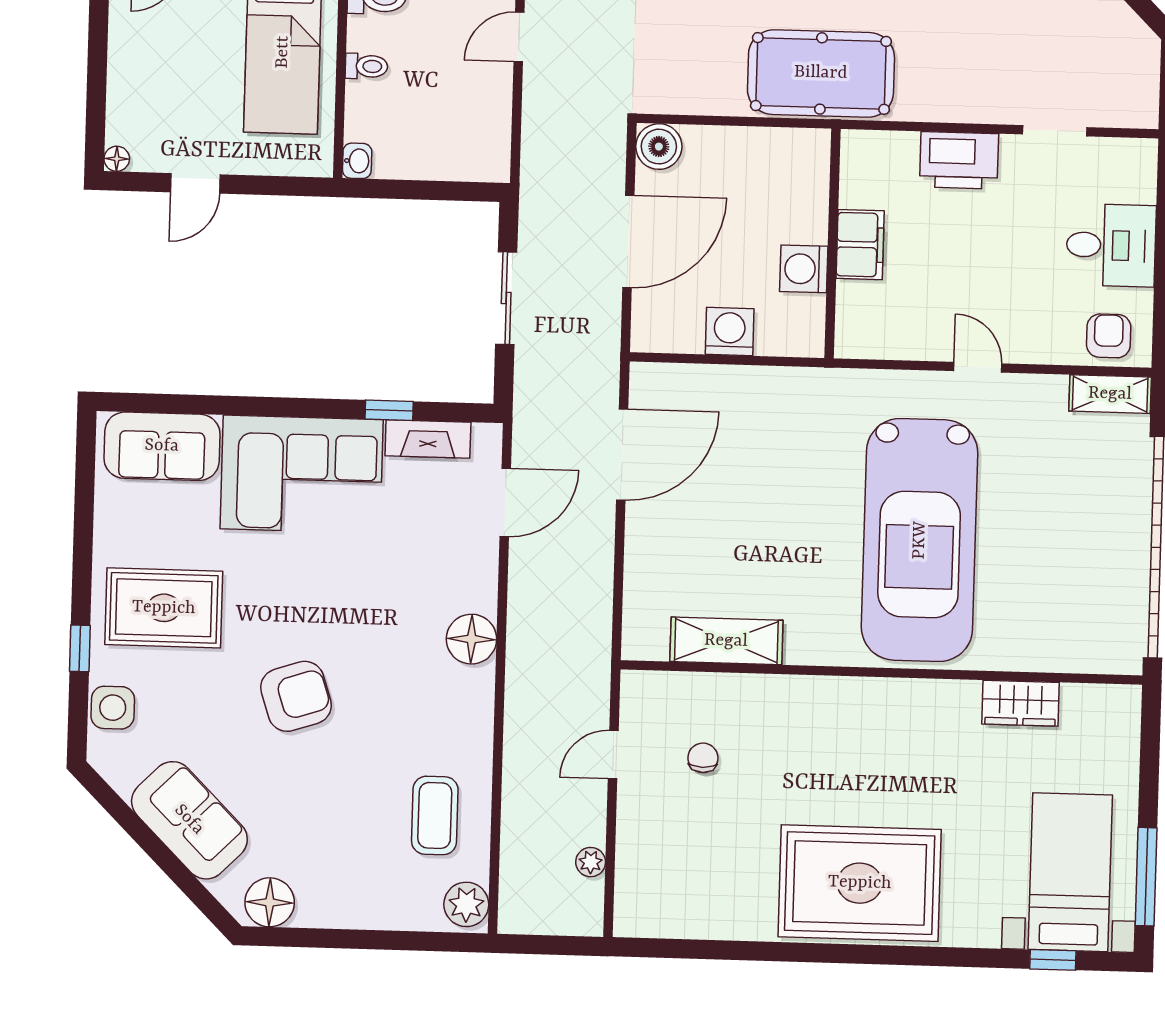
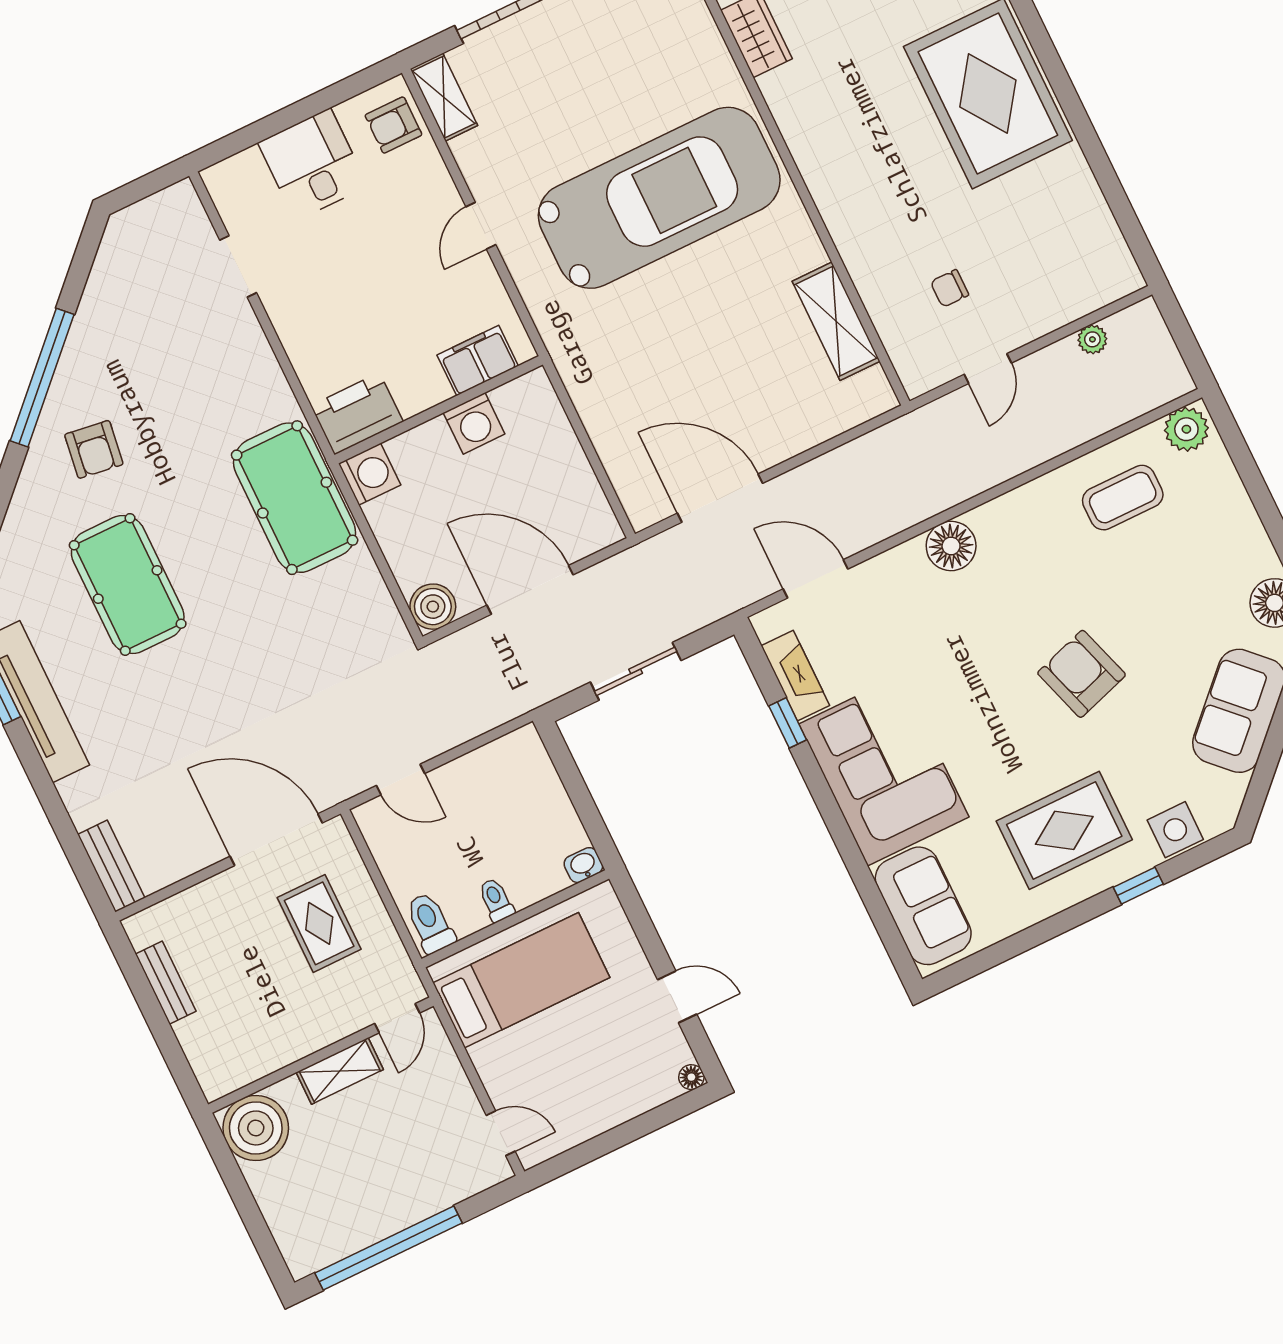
printer: (959, 160) -> (357, 414), moved, turned -90
filing cabinet: (860, 245) -> (478, 360), moved
washing machine: (730, 332) -> (370, 474), moved, turned 180
rug: (164, 608) -> (1064, 830), turned 90
door: (613, 755) -> (988, 369), hinge flipped

